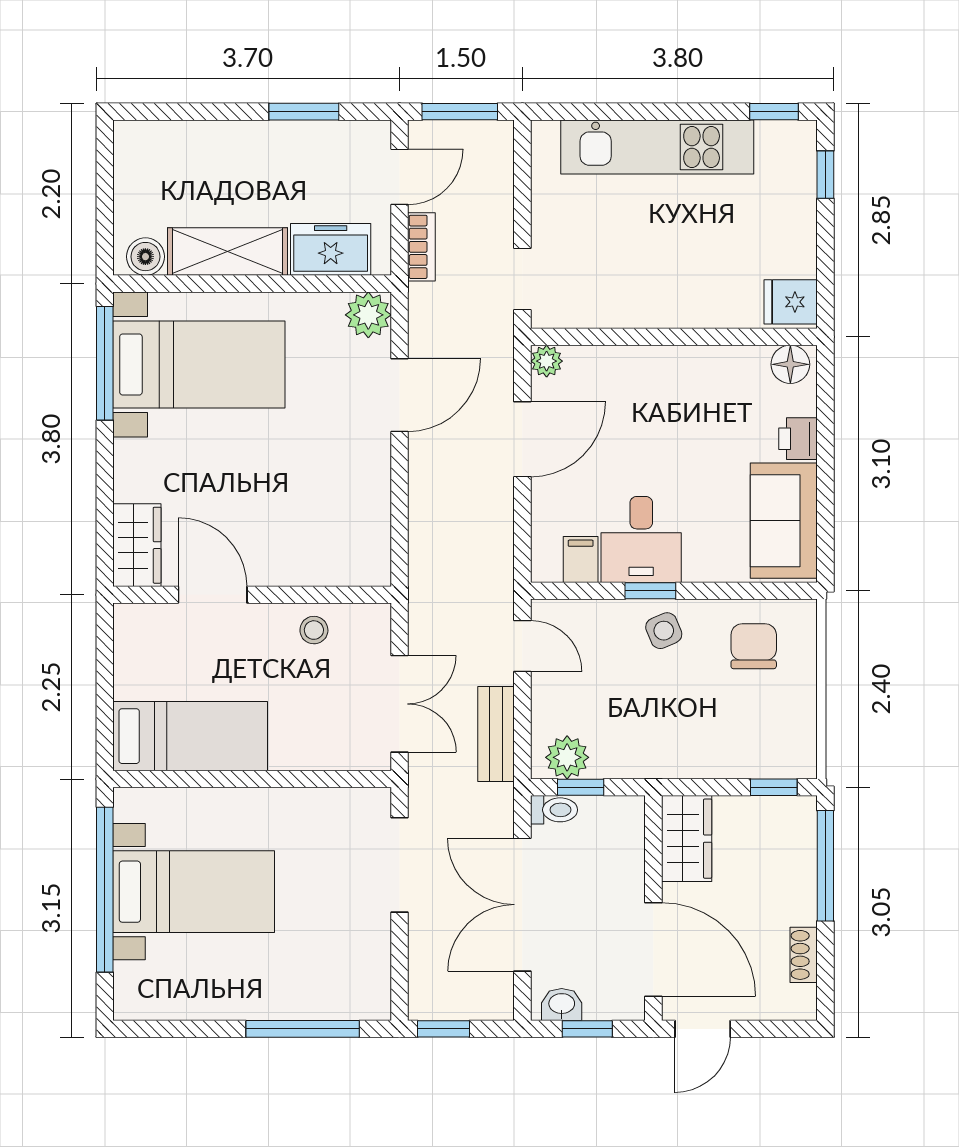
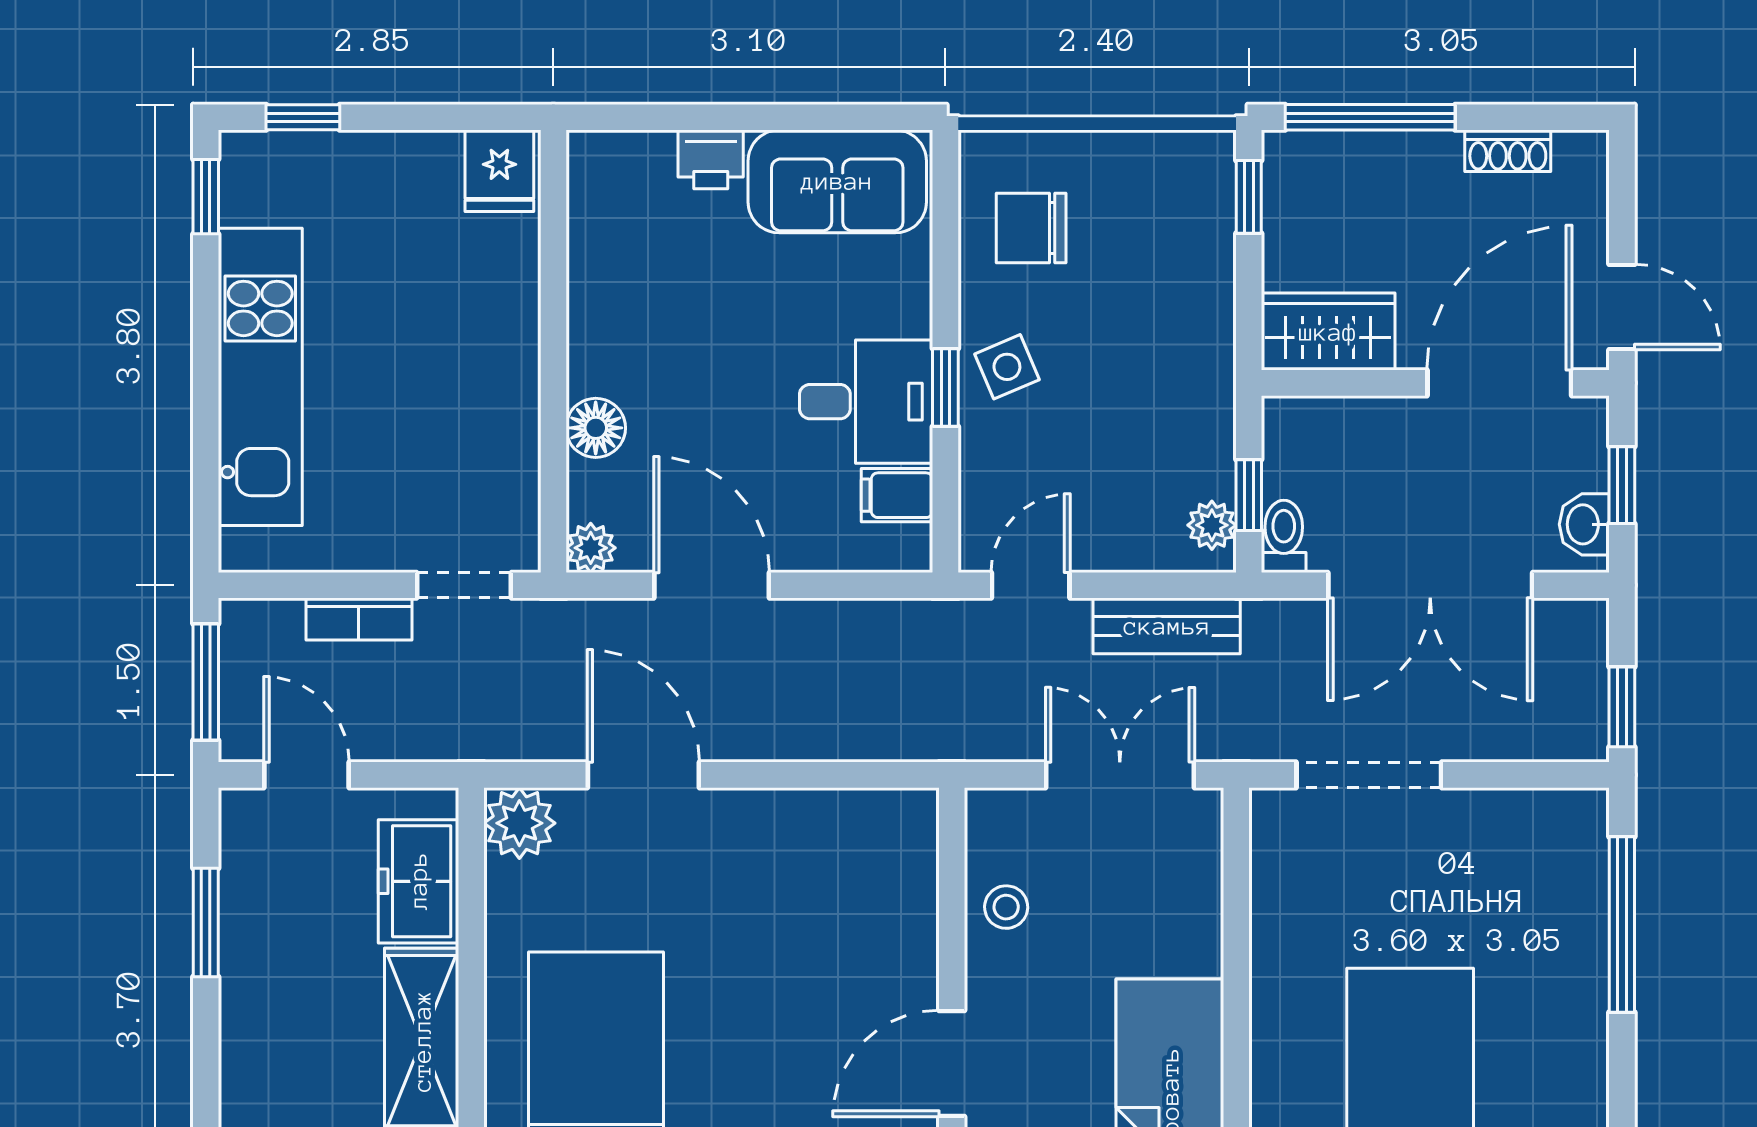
bookcase: (421, 247) -> (359, 619), moved, turned 180
floor lamp: (790, 364) -> (596, 428), moved
plant: (567, 757) -> (1212, 525), width x0.73, depth x0.73

